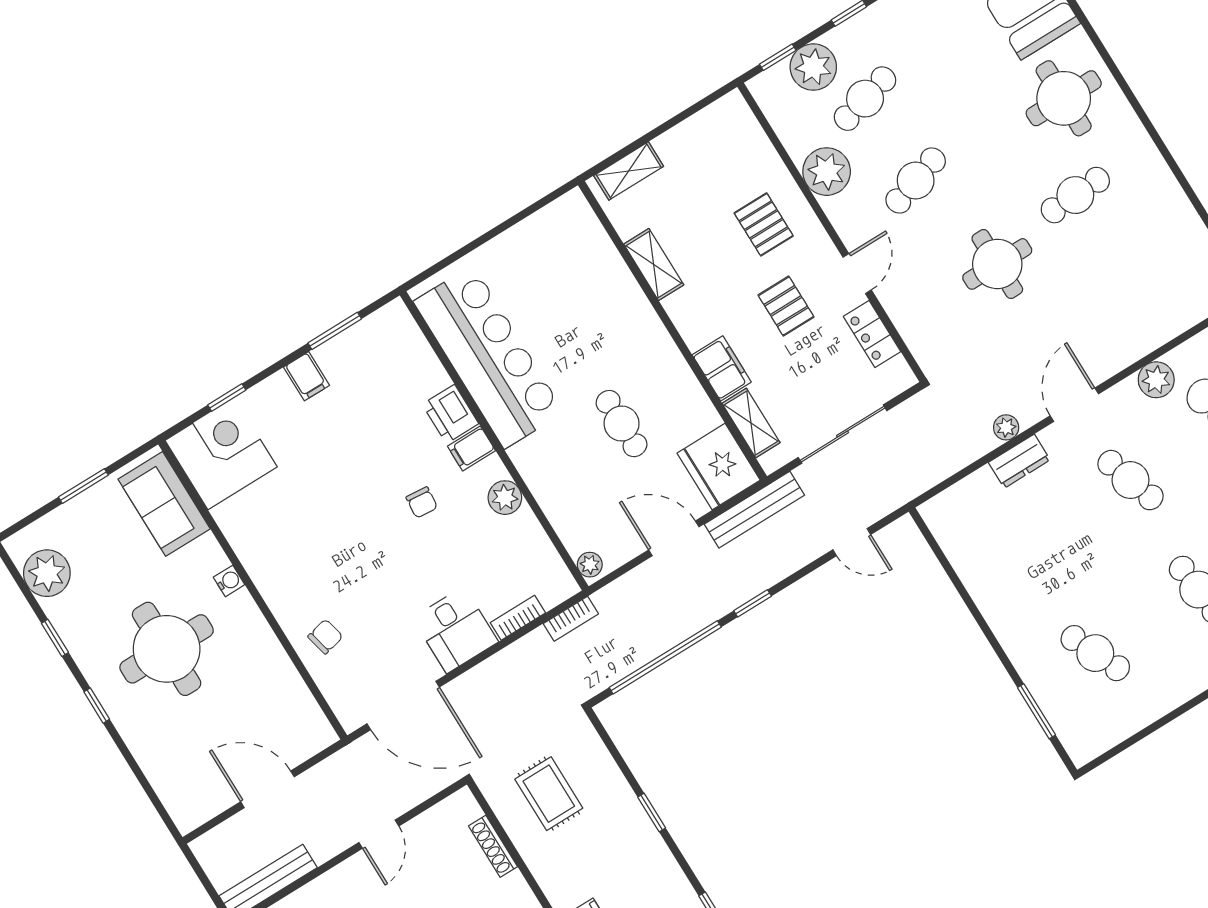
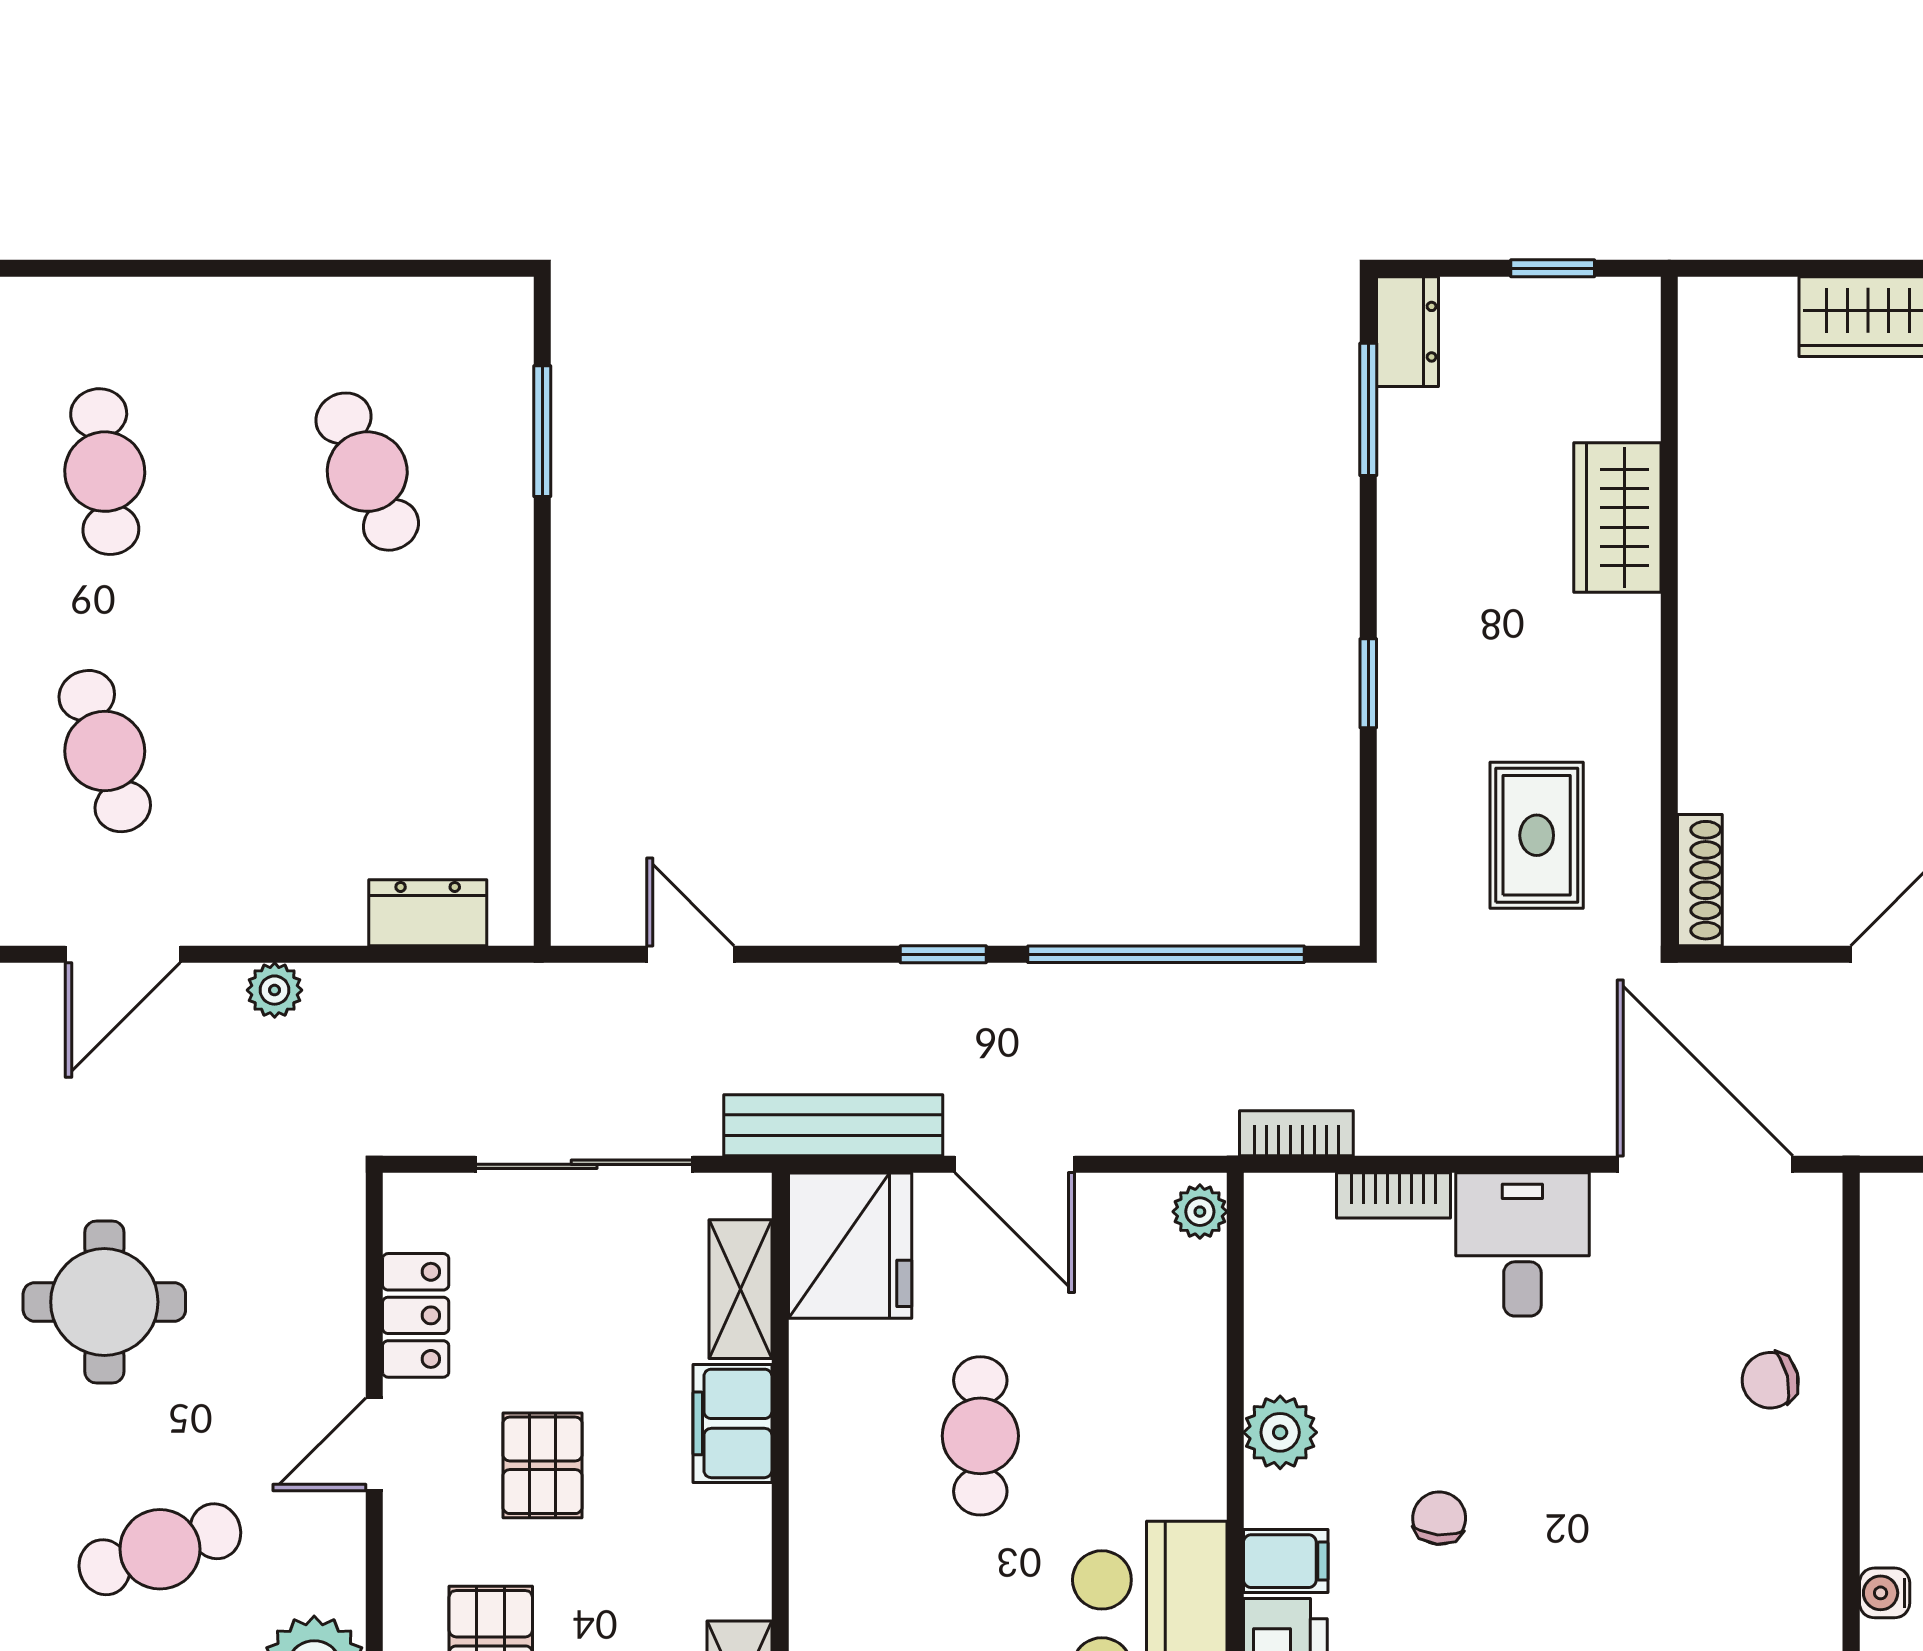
dresser: (1019, 461) -> (428, 913), moved
shoe rack: (493, 846) -> (1700, 880), moved

